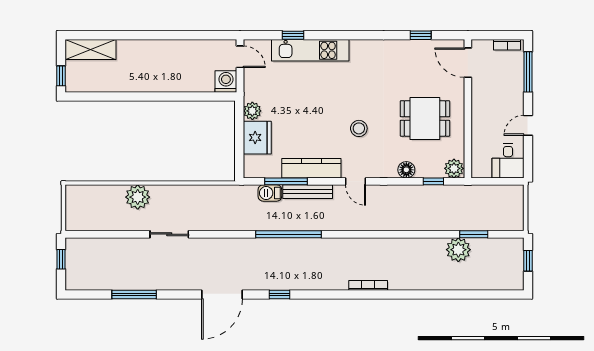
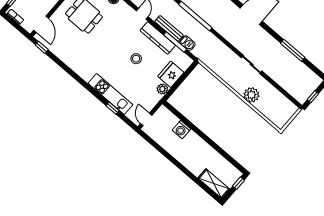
window: (421, 35) -> (42, 47), moved
washing machine: (226, 81) -> (181, 130), moved
stool: (359, 128) -> (136, 59), moved

